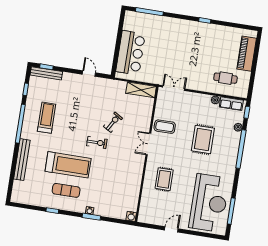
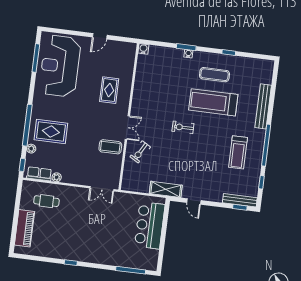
shelving: (141, 90) -> (166, 189), moved
exercise bike: (113, 122) -> (140, 152), moved
rug: (203, 140) -> (51, 131), moved, turned 90

